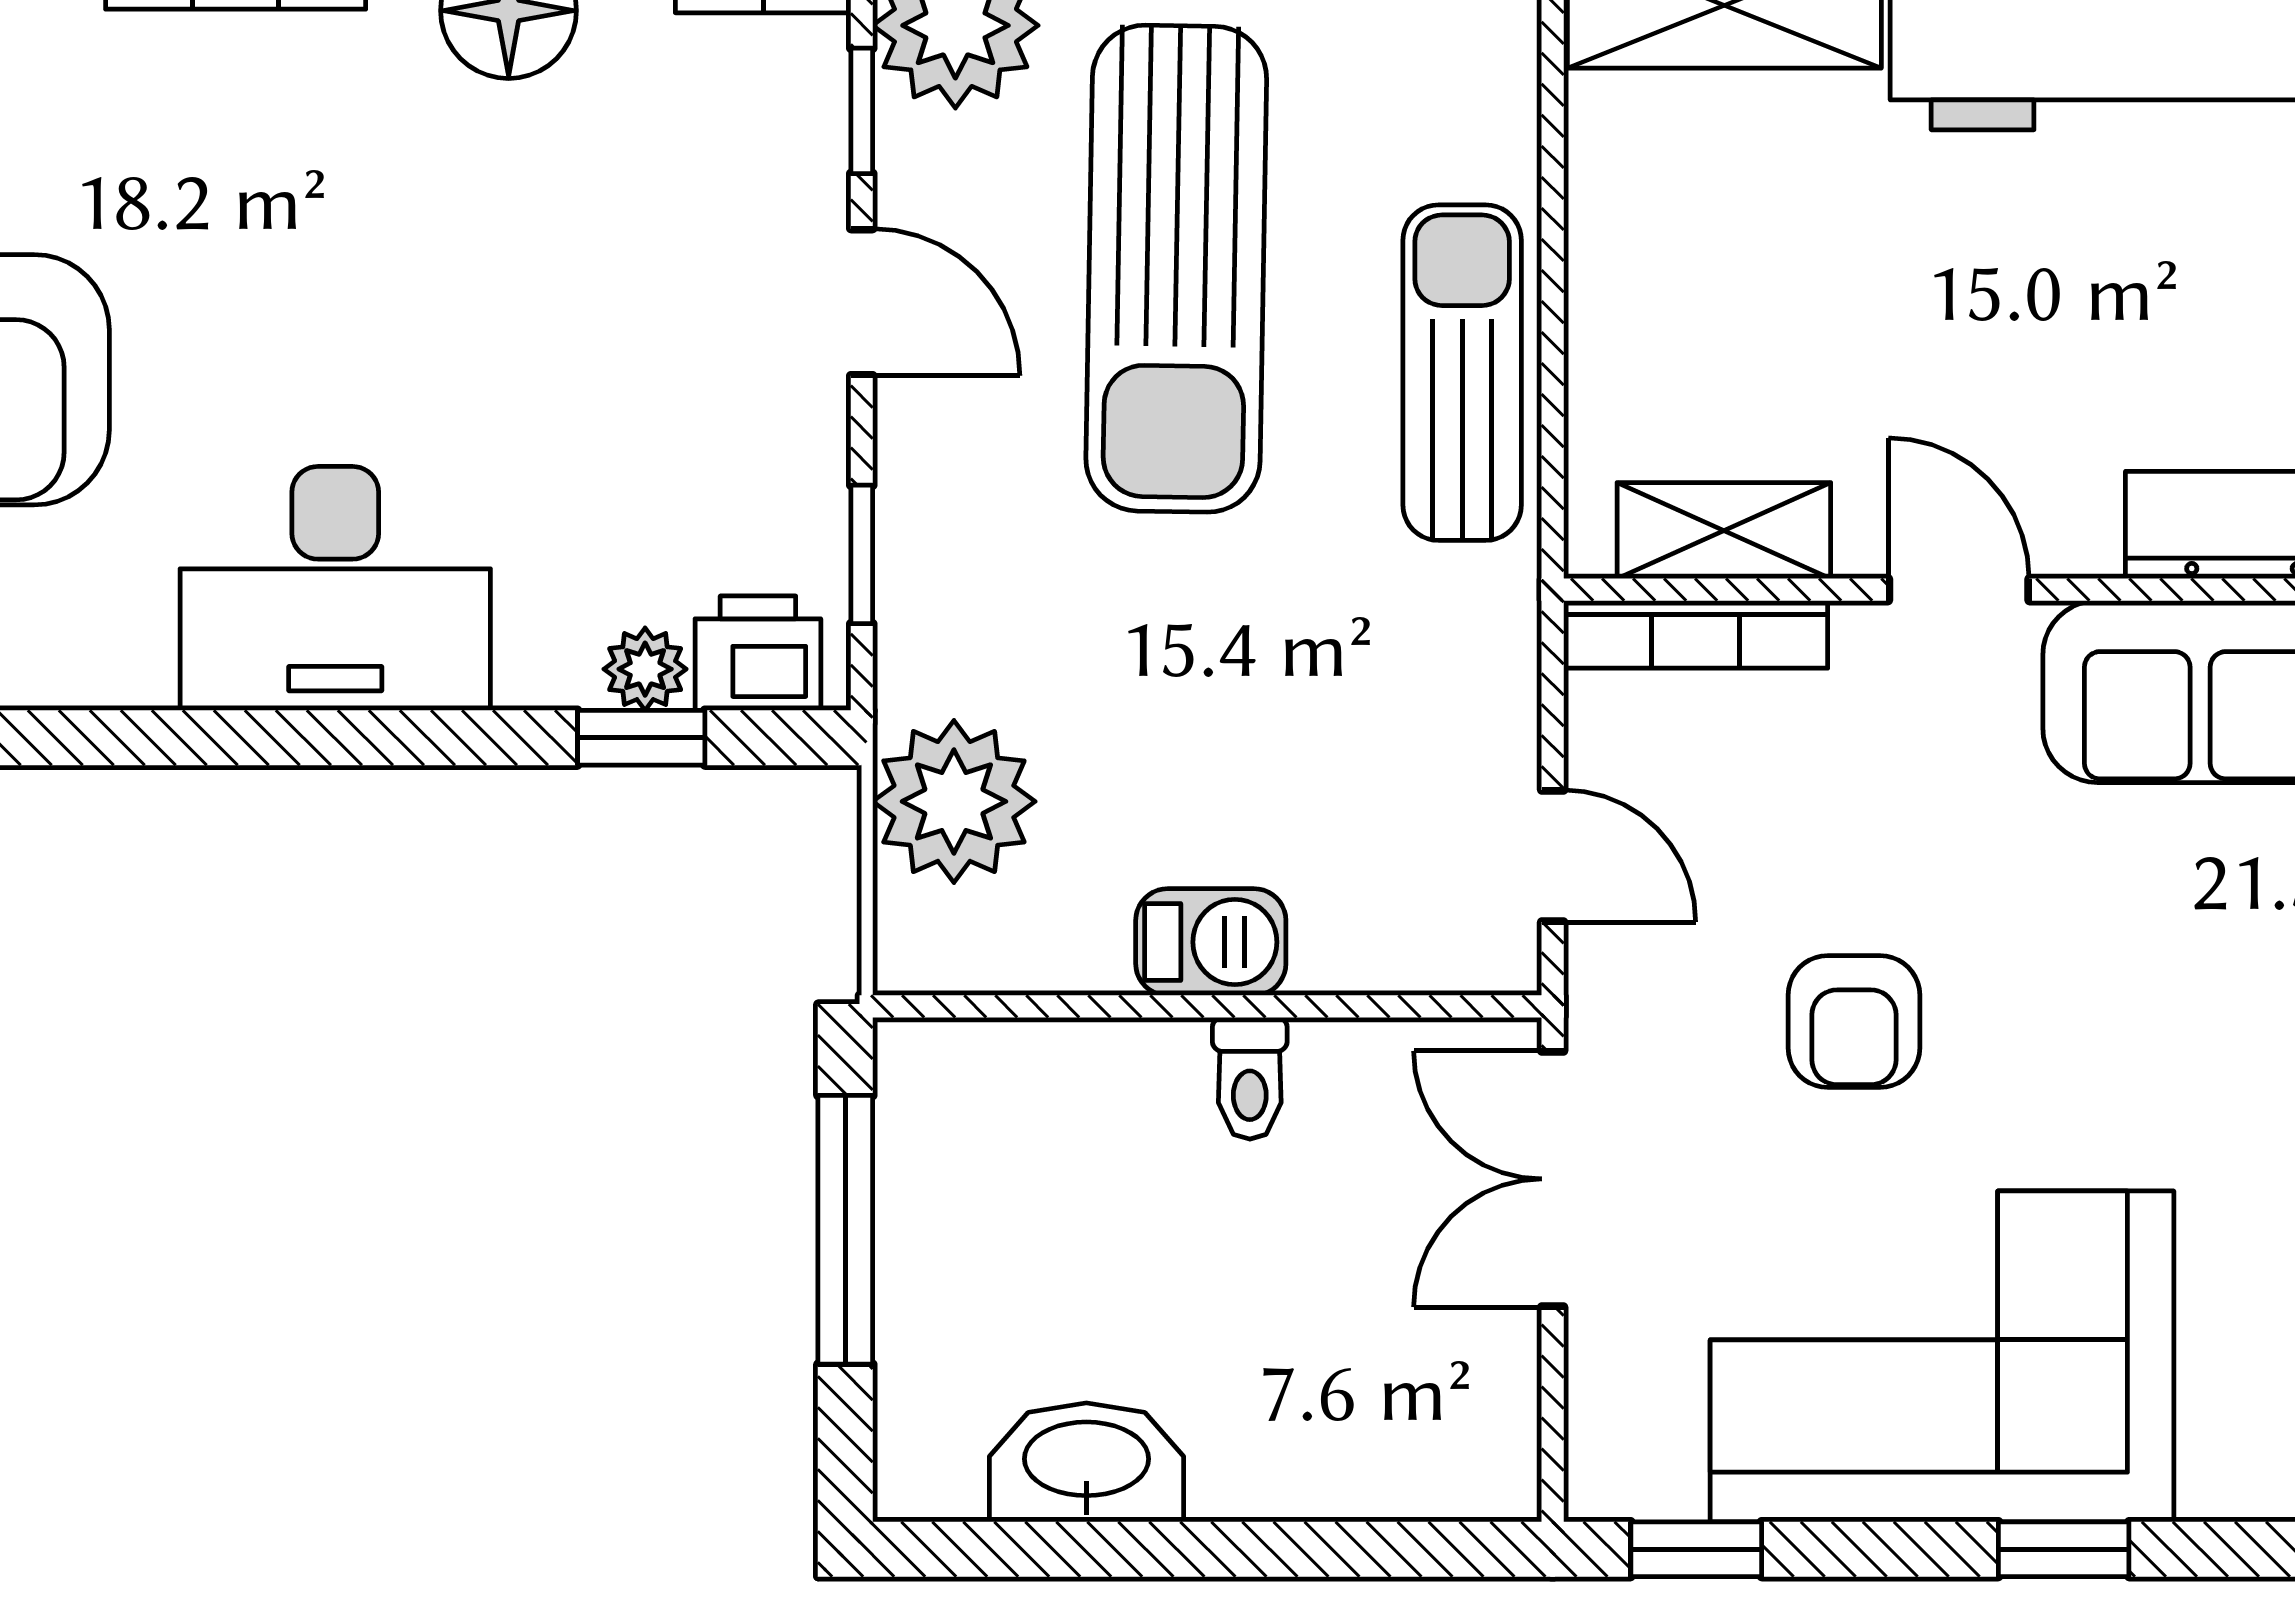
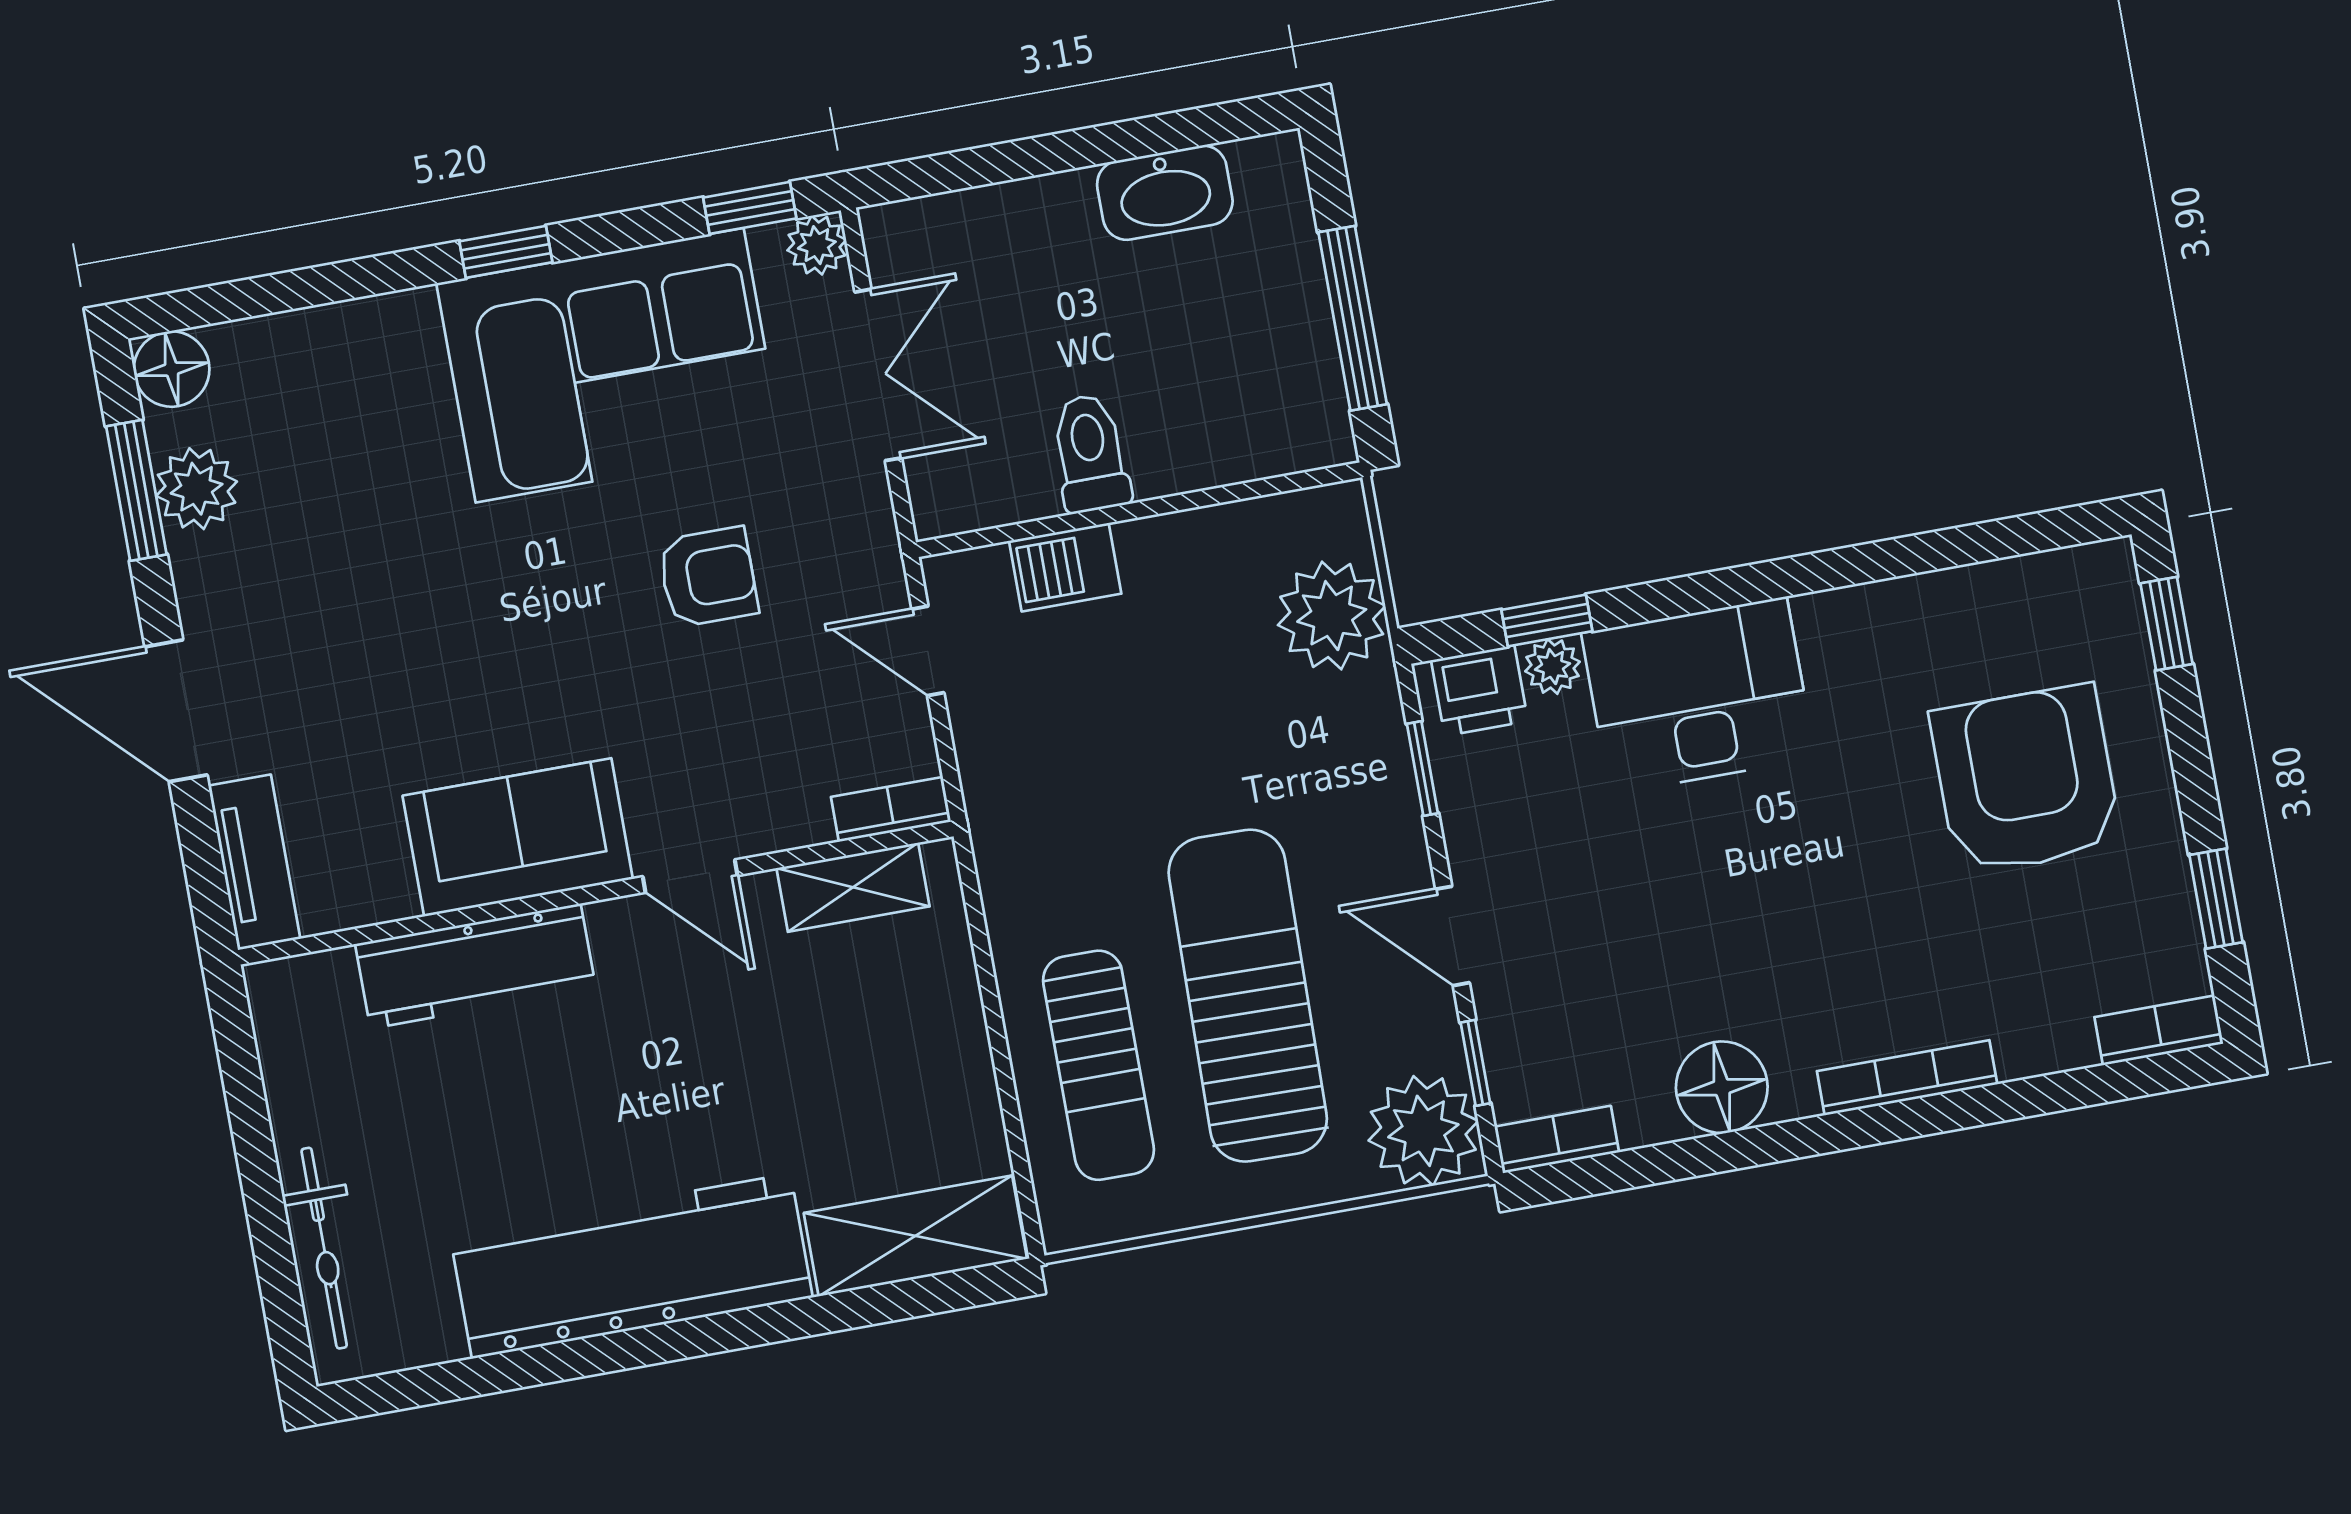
sun lounger: (1462, 373) -> (1099, 1065), moved
desk: (335, 588) -> (1698, 696), moved
bookcase: (1696, 634) -> (891, 809), width x0.64
barbecue: (1211, 942) -> (1065, 567), moved
armchair: (1854, 1021) -> (708, 577), turned 90
toilet: (1250, 1078) -> (1090, 453), width x1.37, depth x1.39
double door: (1553, 1179) -> (878, 375), moved
plant: (1608, 1477) -> (817, 245), added

